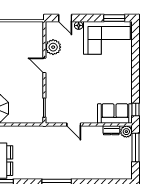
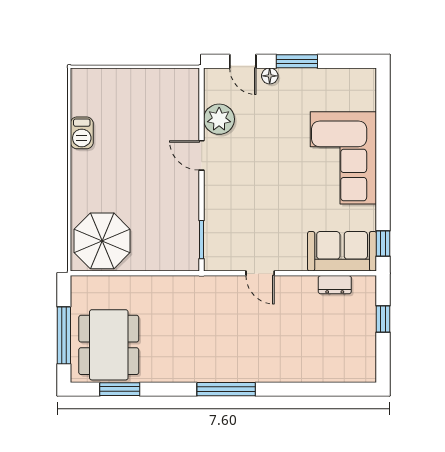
window: (114, 18) -> (297, 61), moved
corner sofa: (107, 38) -> (343, 158), moved, turned 90
plant: (126, 132) -> (365, 287), removed
window: (136, 148) -> (383, 319), width x0.46

